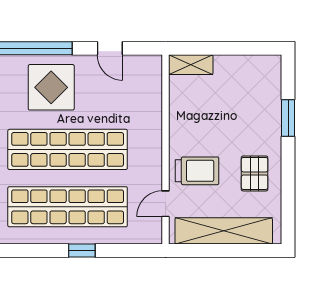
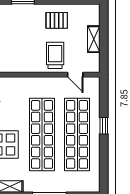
shelving: (224, 231) -> (94, 39), width x0.45, depth x0.75

